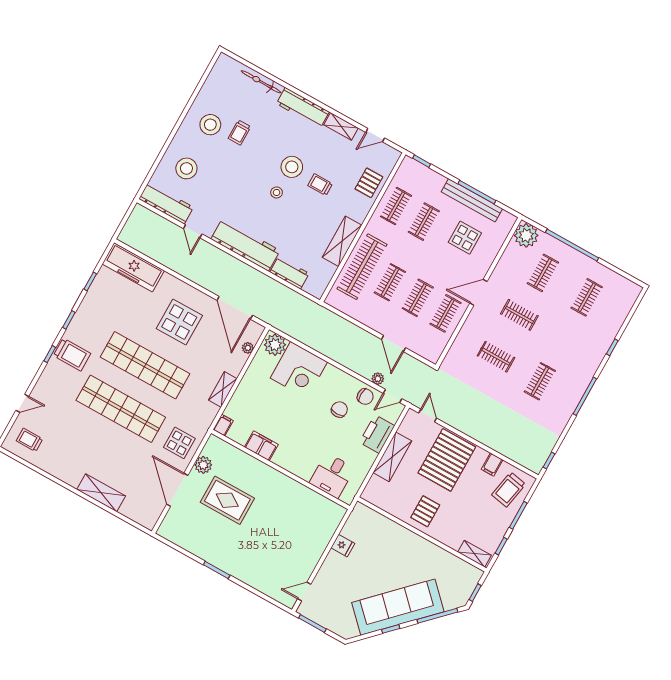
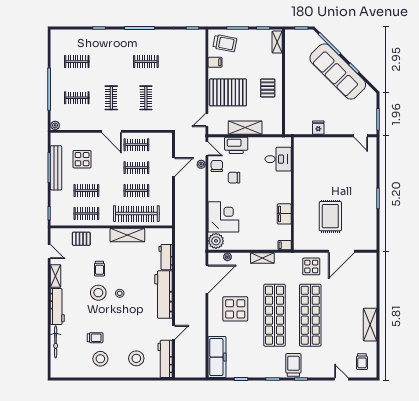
plant: (526, 235) -> (55, 125), width x0.53, depth x0.53
plant: (203, 465) -> (317, 244), removed
shelving: (101, 493) -> (370, 325), moved
pallet: (425, 511) -> (268, 88), turned 90

